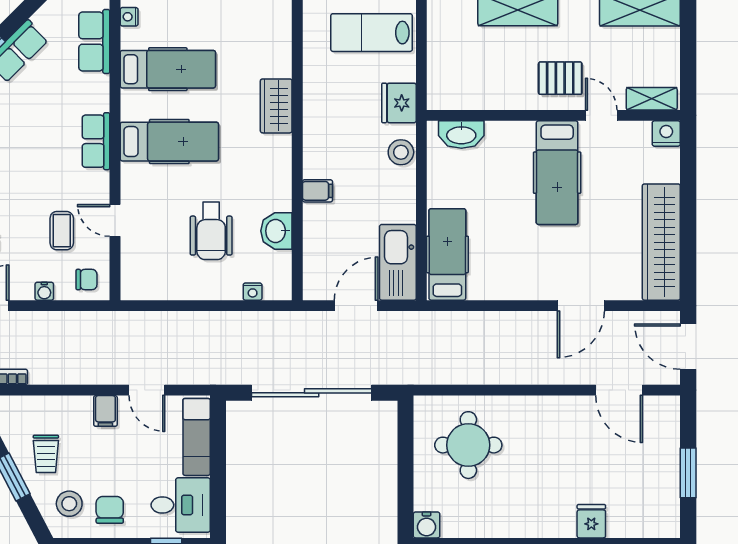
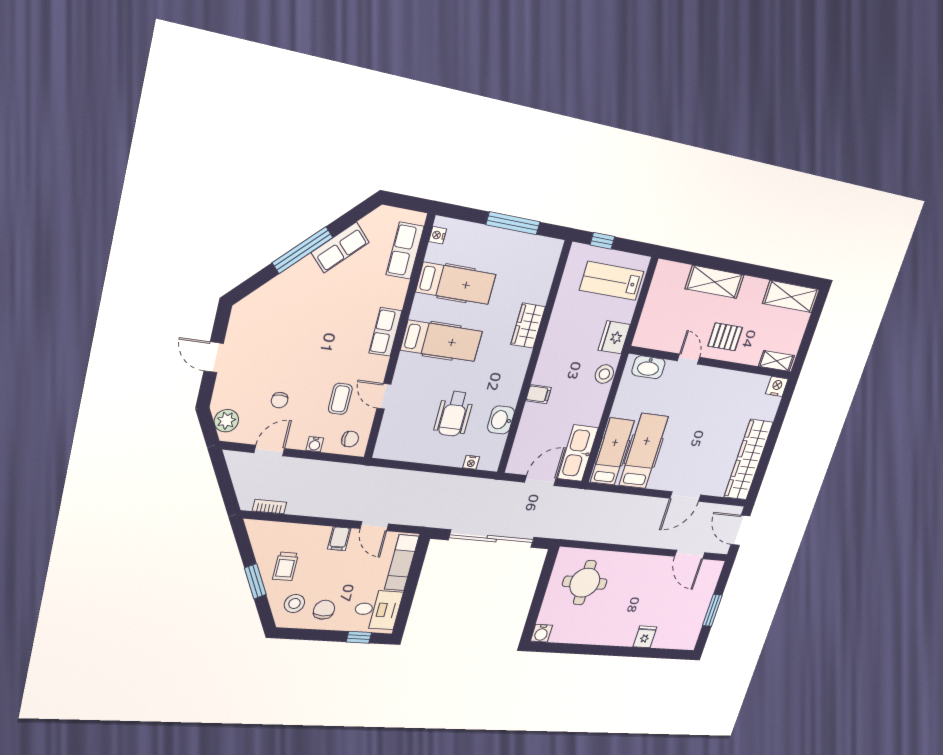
door: (601, 115) -> (689, 359), moved
hospital bed: (557, 173) -> (644, 451), moved, turned 180

